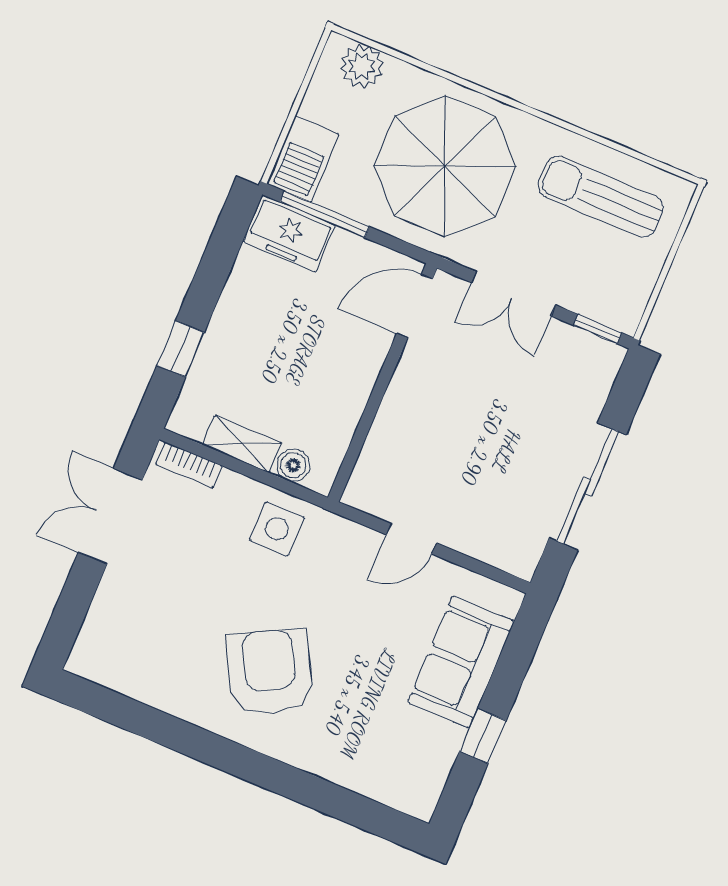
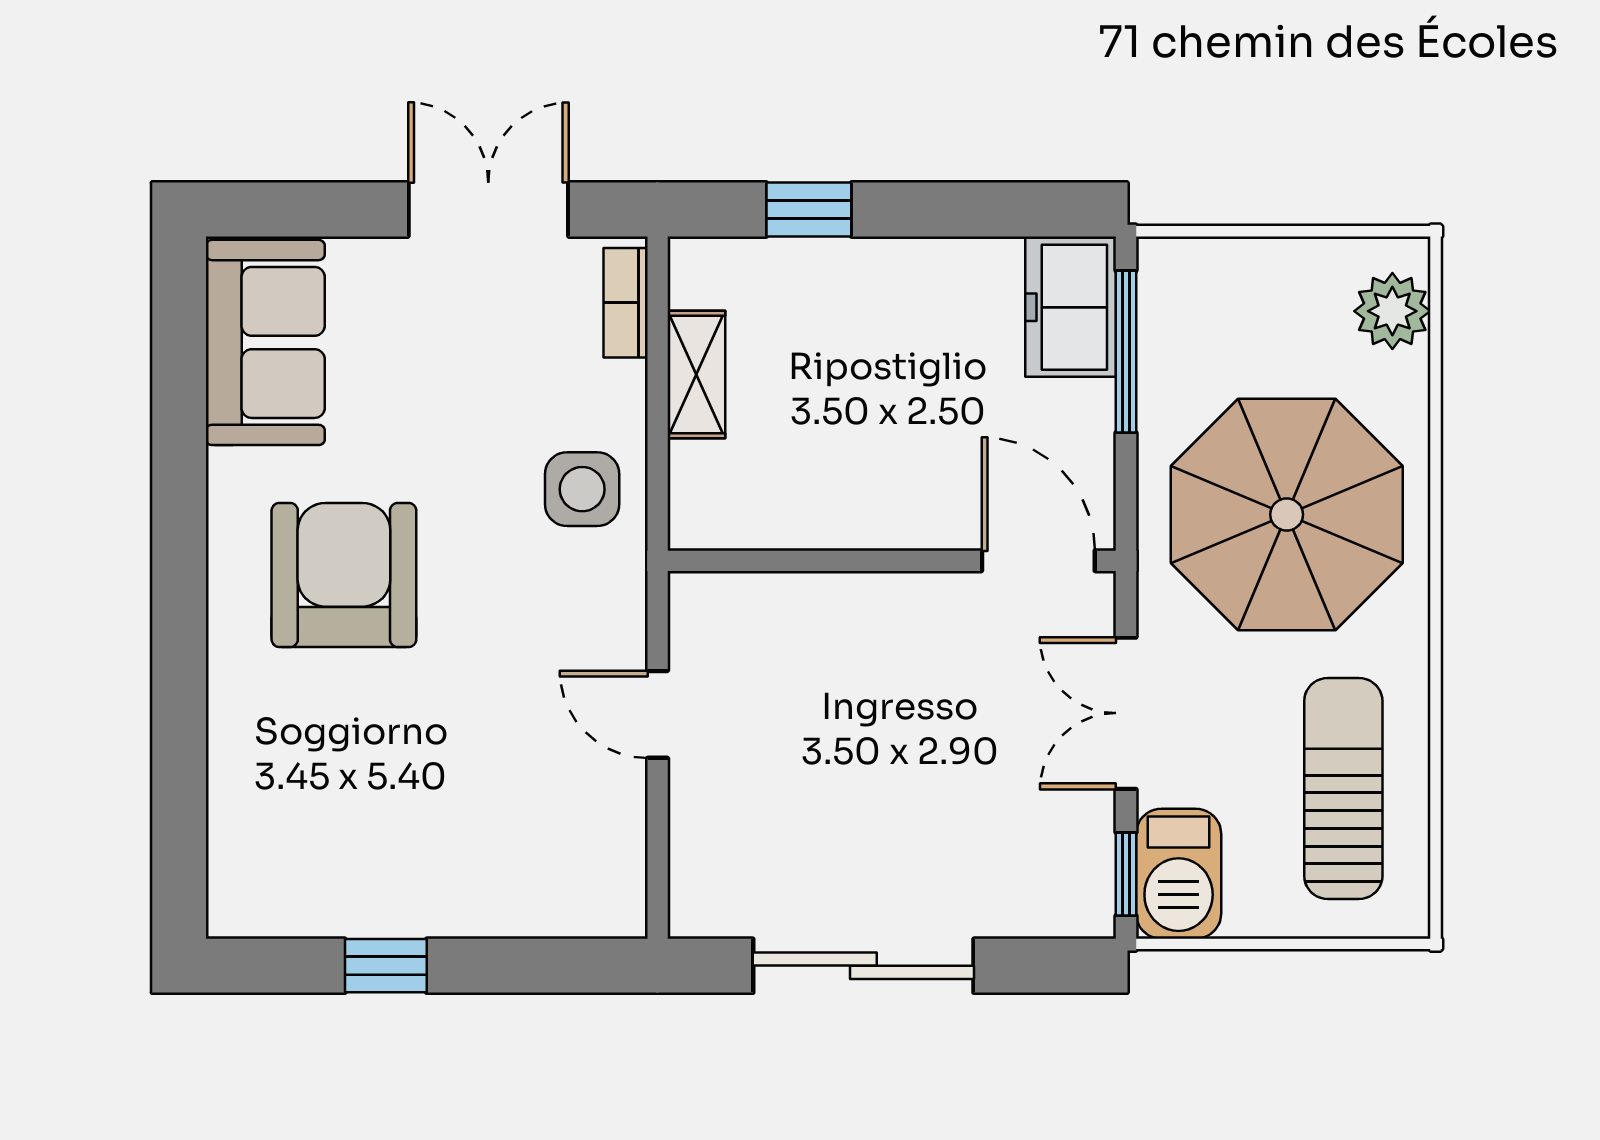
barbecue: (303, 159) -> (1179, 874), moved, turned -90
boiler: (293, 465) -> (697, 473), removed
sofa: (461, 662) -> (265, 342), moved, turned 90
armchair: (269, 672) -> (344, 575), turned -62

